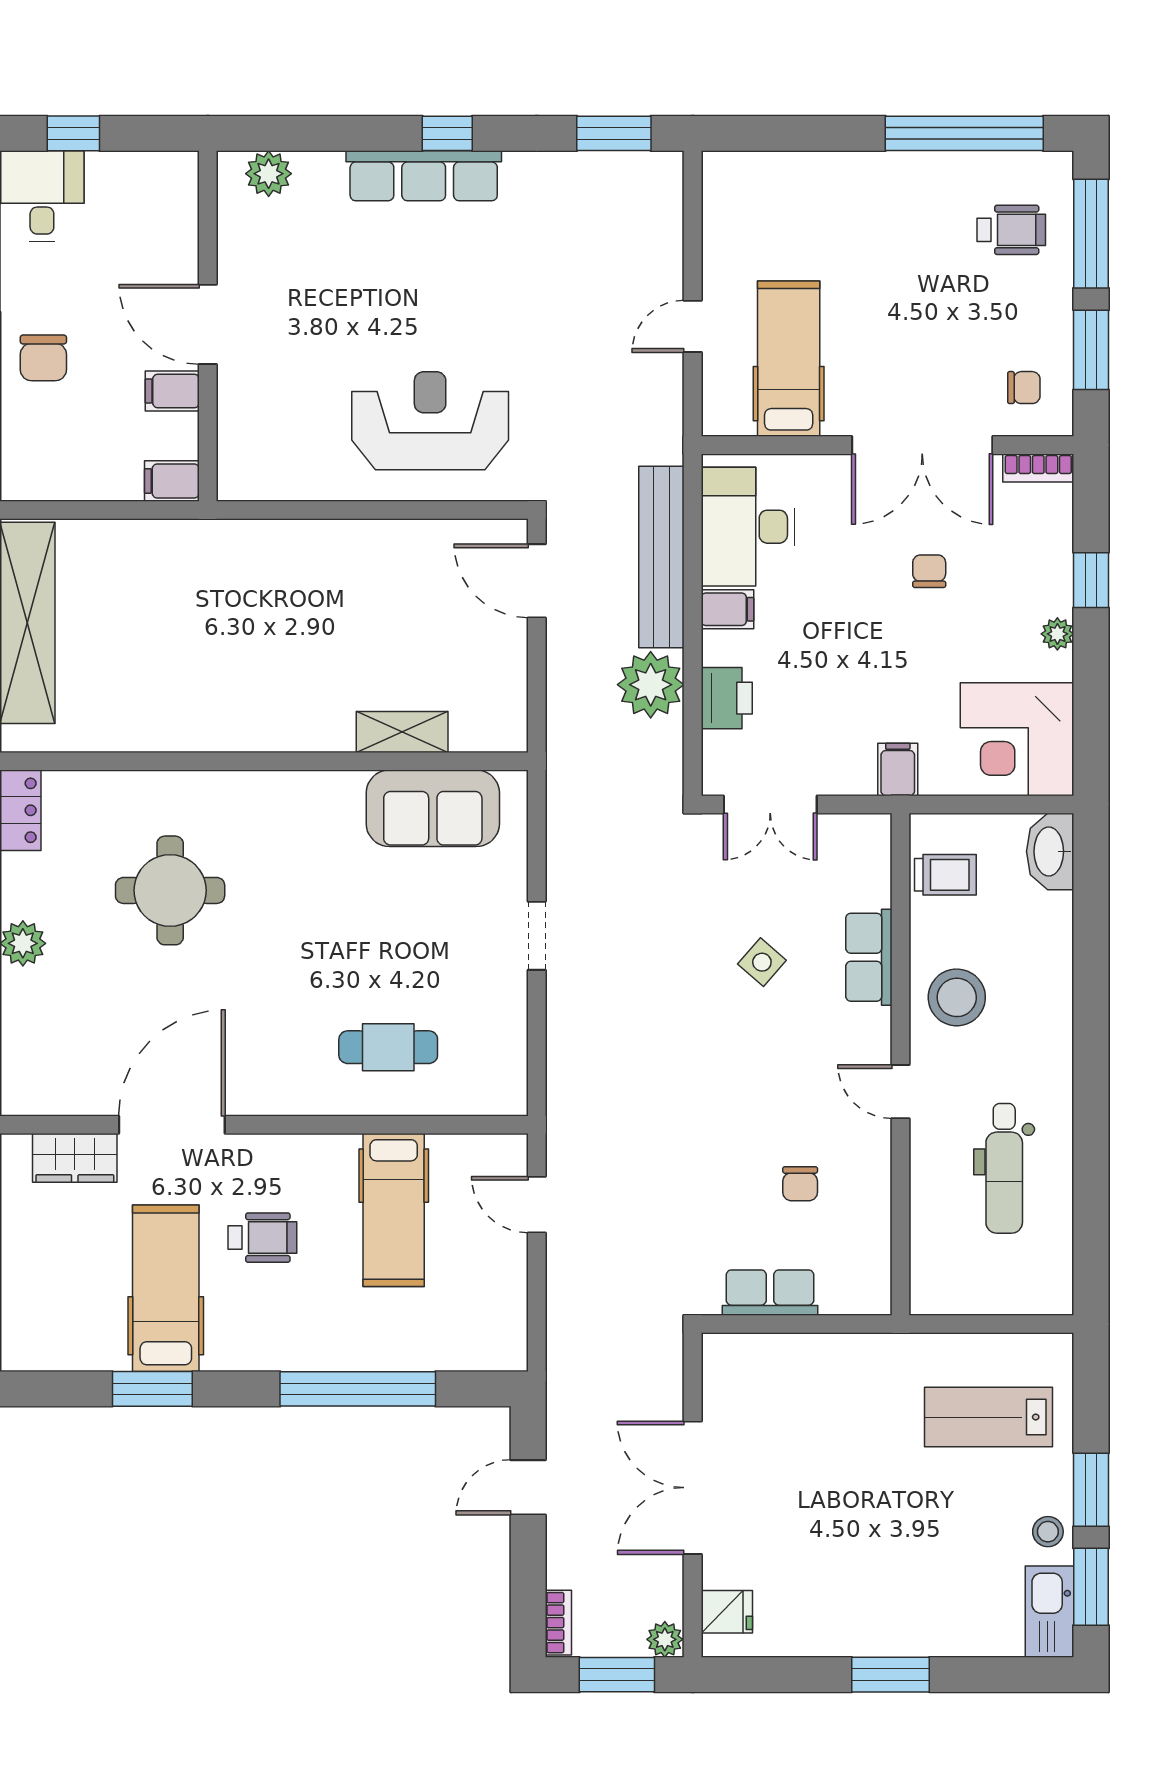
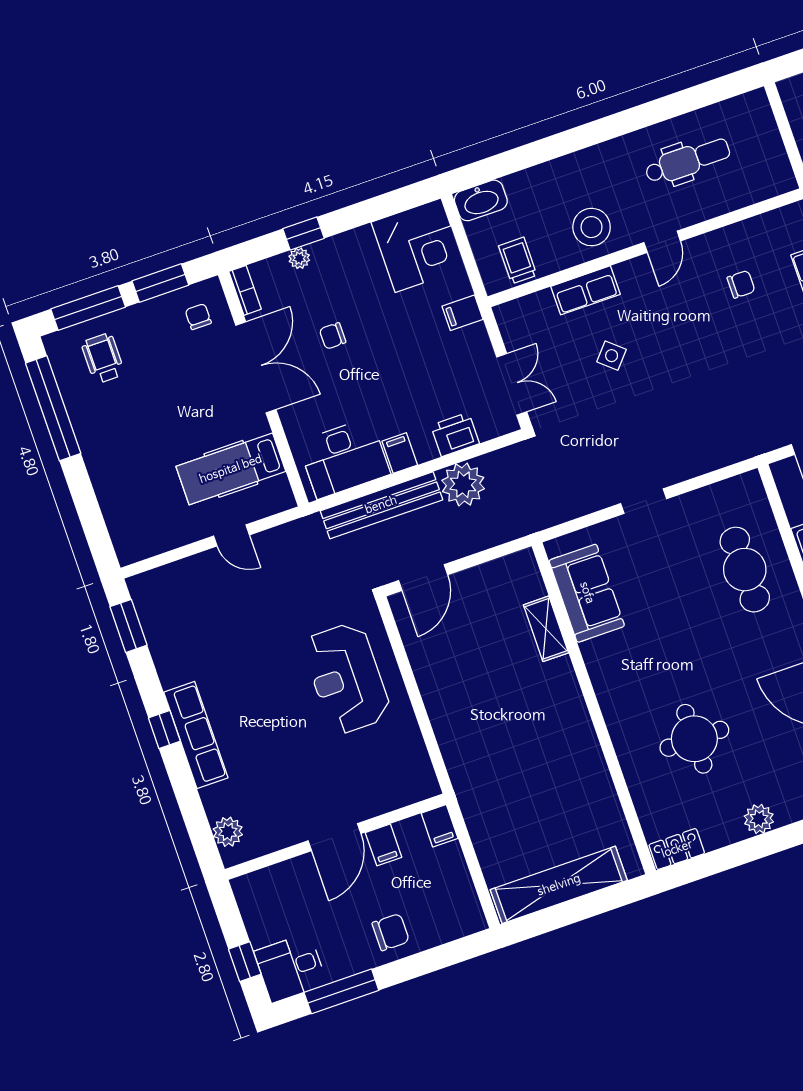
plant: (1057, 634) -> (299, 258), moved
cafe table: (388, 1047) -> (745, 570), width x1.37, depth x1.35

